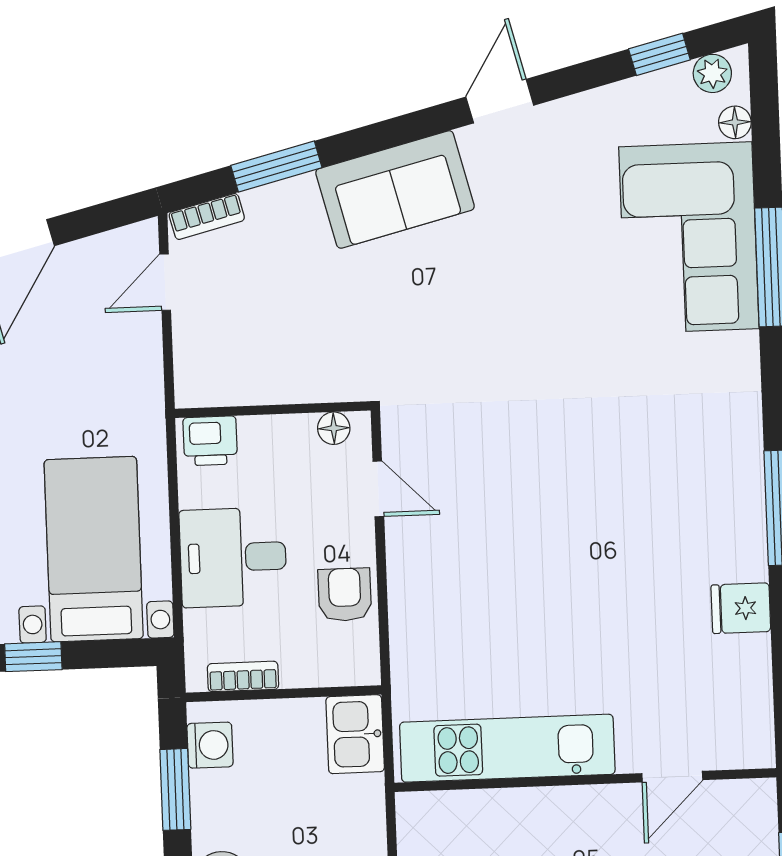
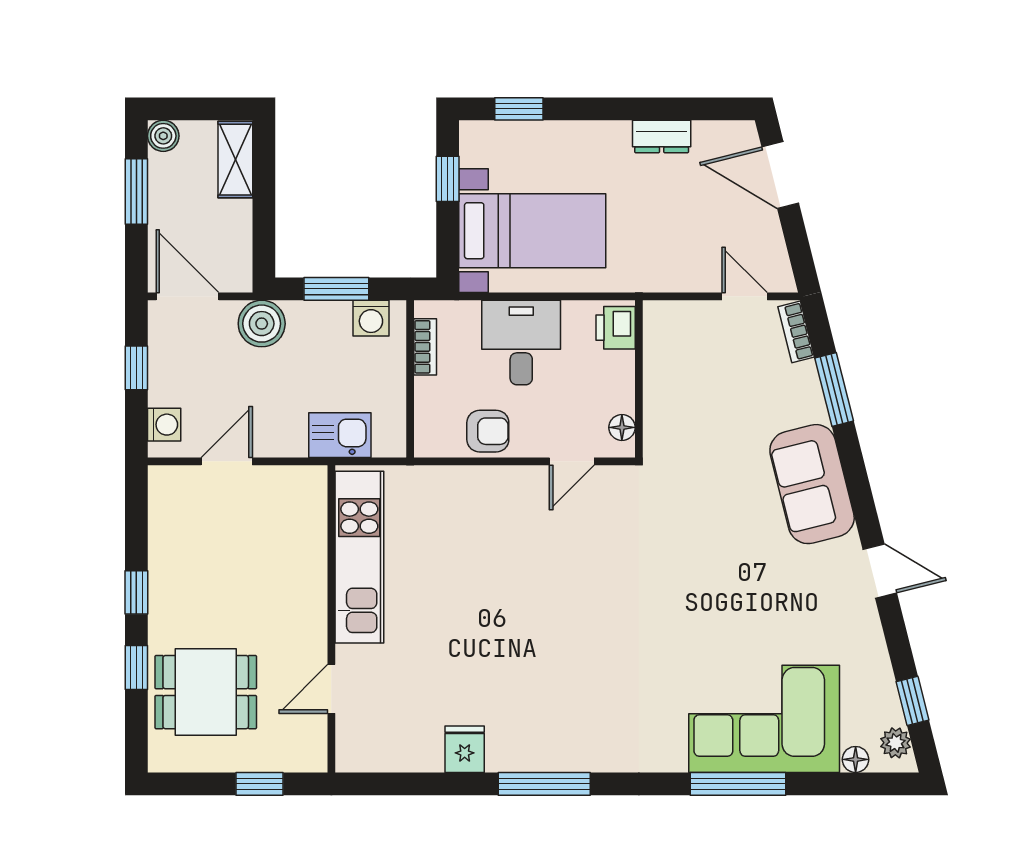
kitchen sink: (355, 734) -> (340, 435), moved
door: (672, 777) -> (331, 689), hinge flipped

